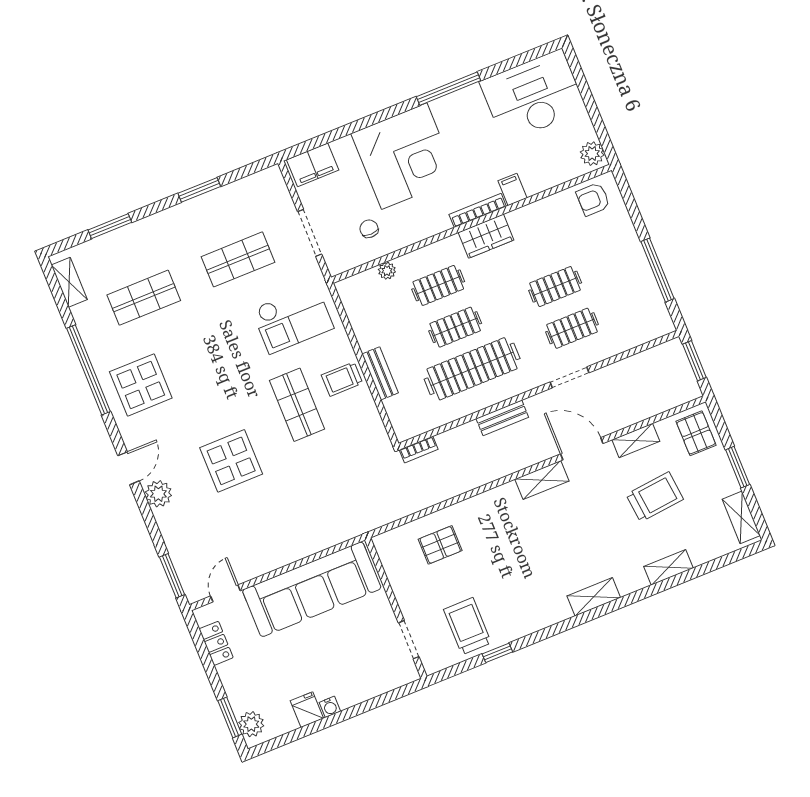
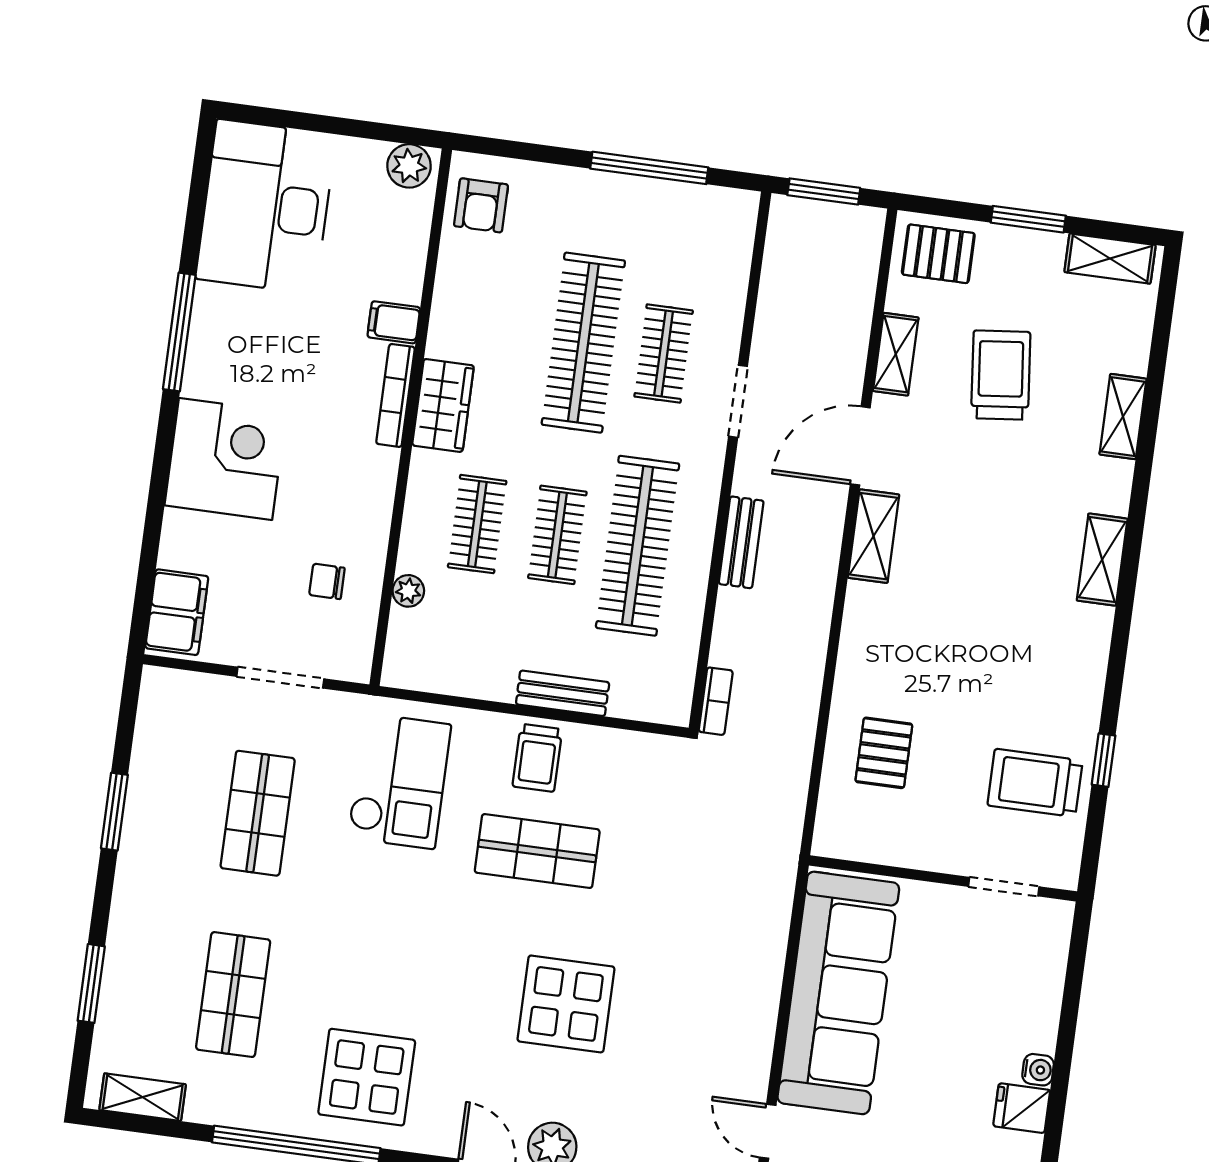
corner desk: (404, 156) -> (225, 459), width x0.74, depth x0.74
clothes rail: (555, 287) -> (583, 343), width x1.86, depth x1.31

